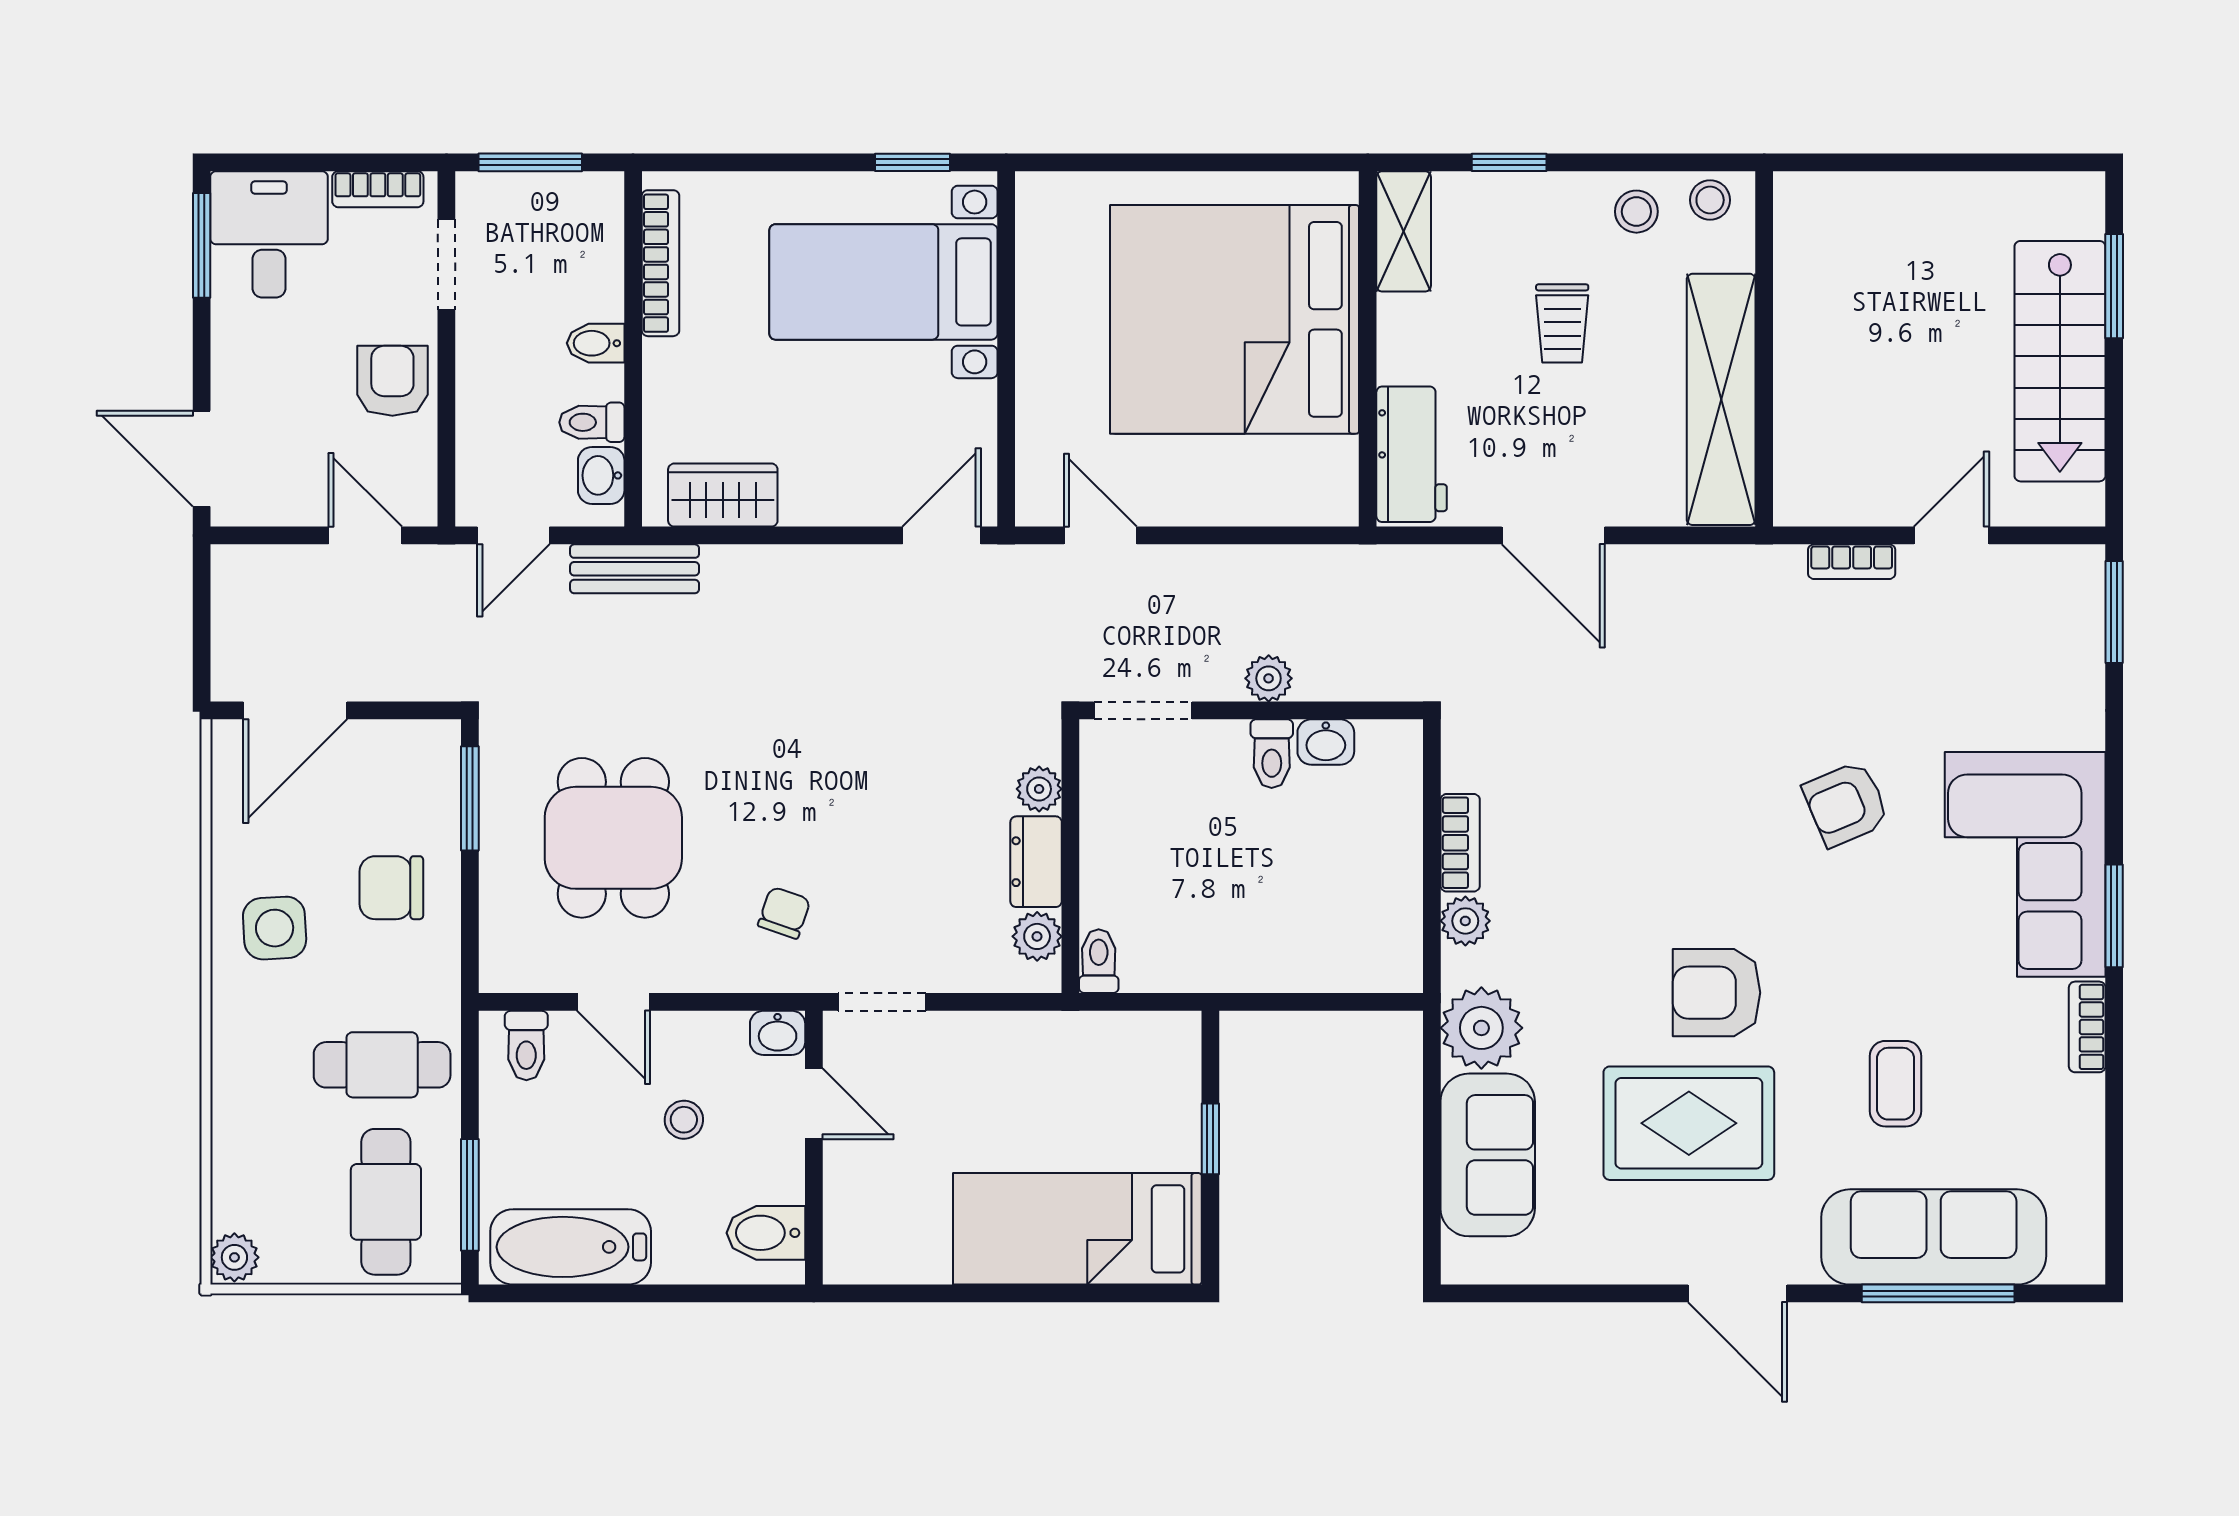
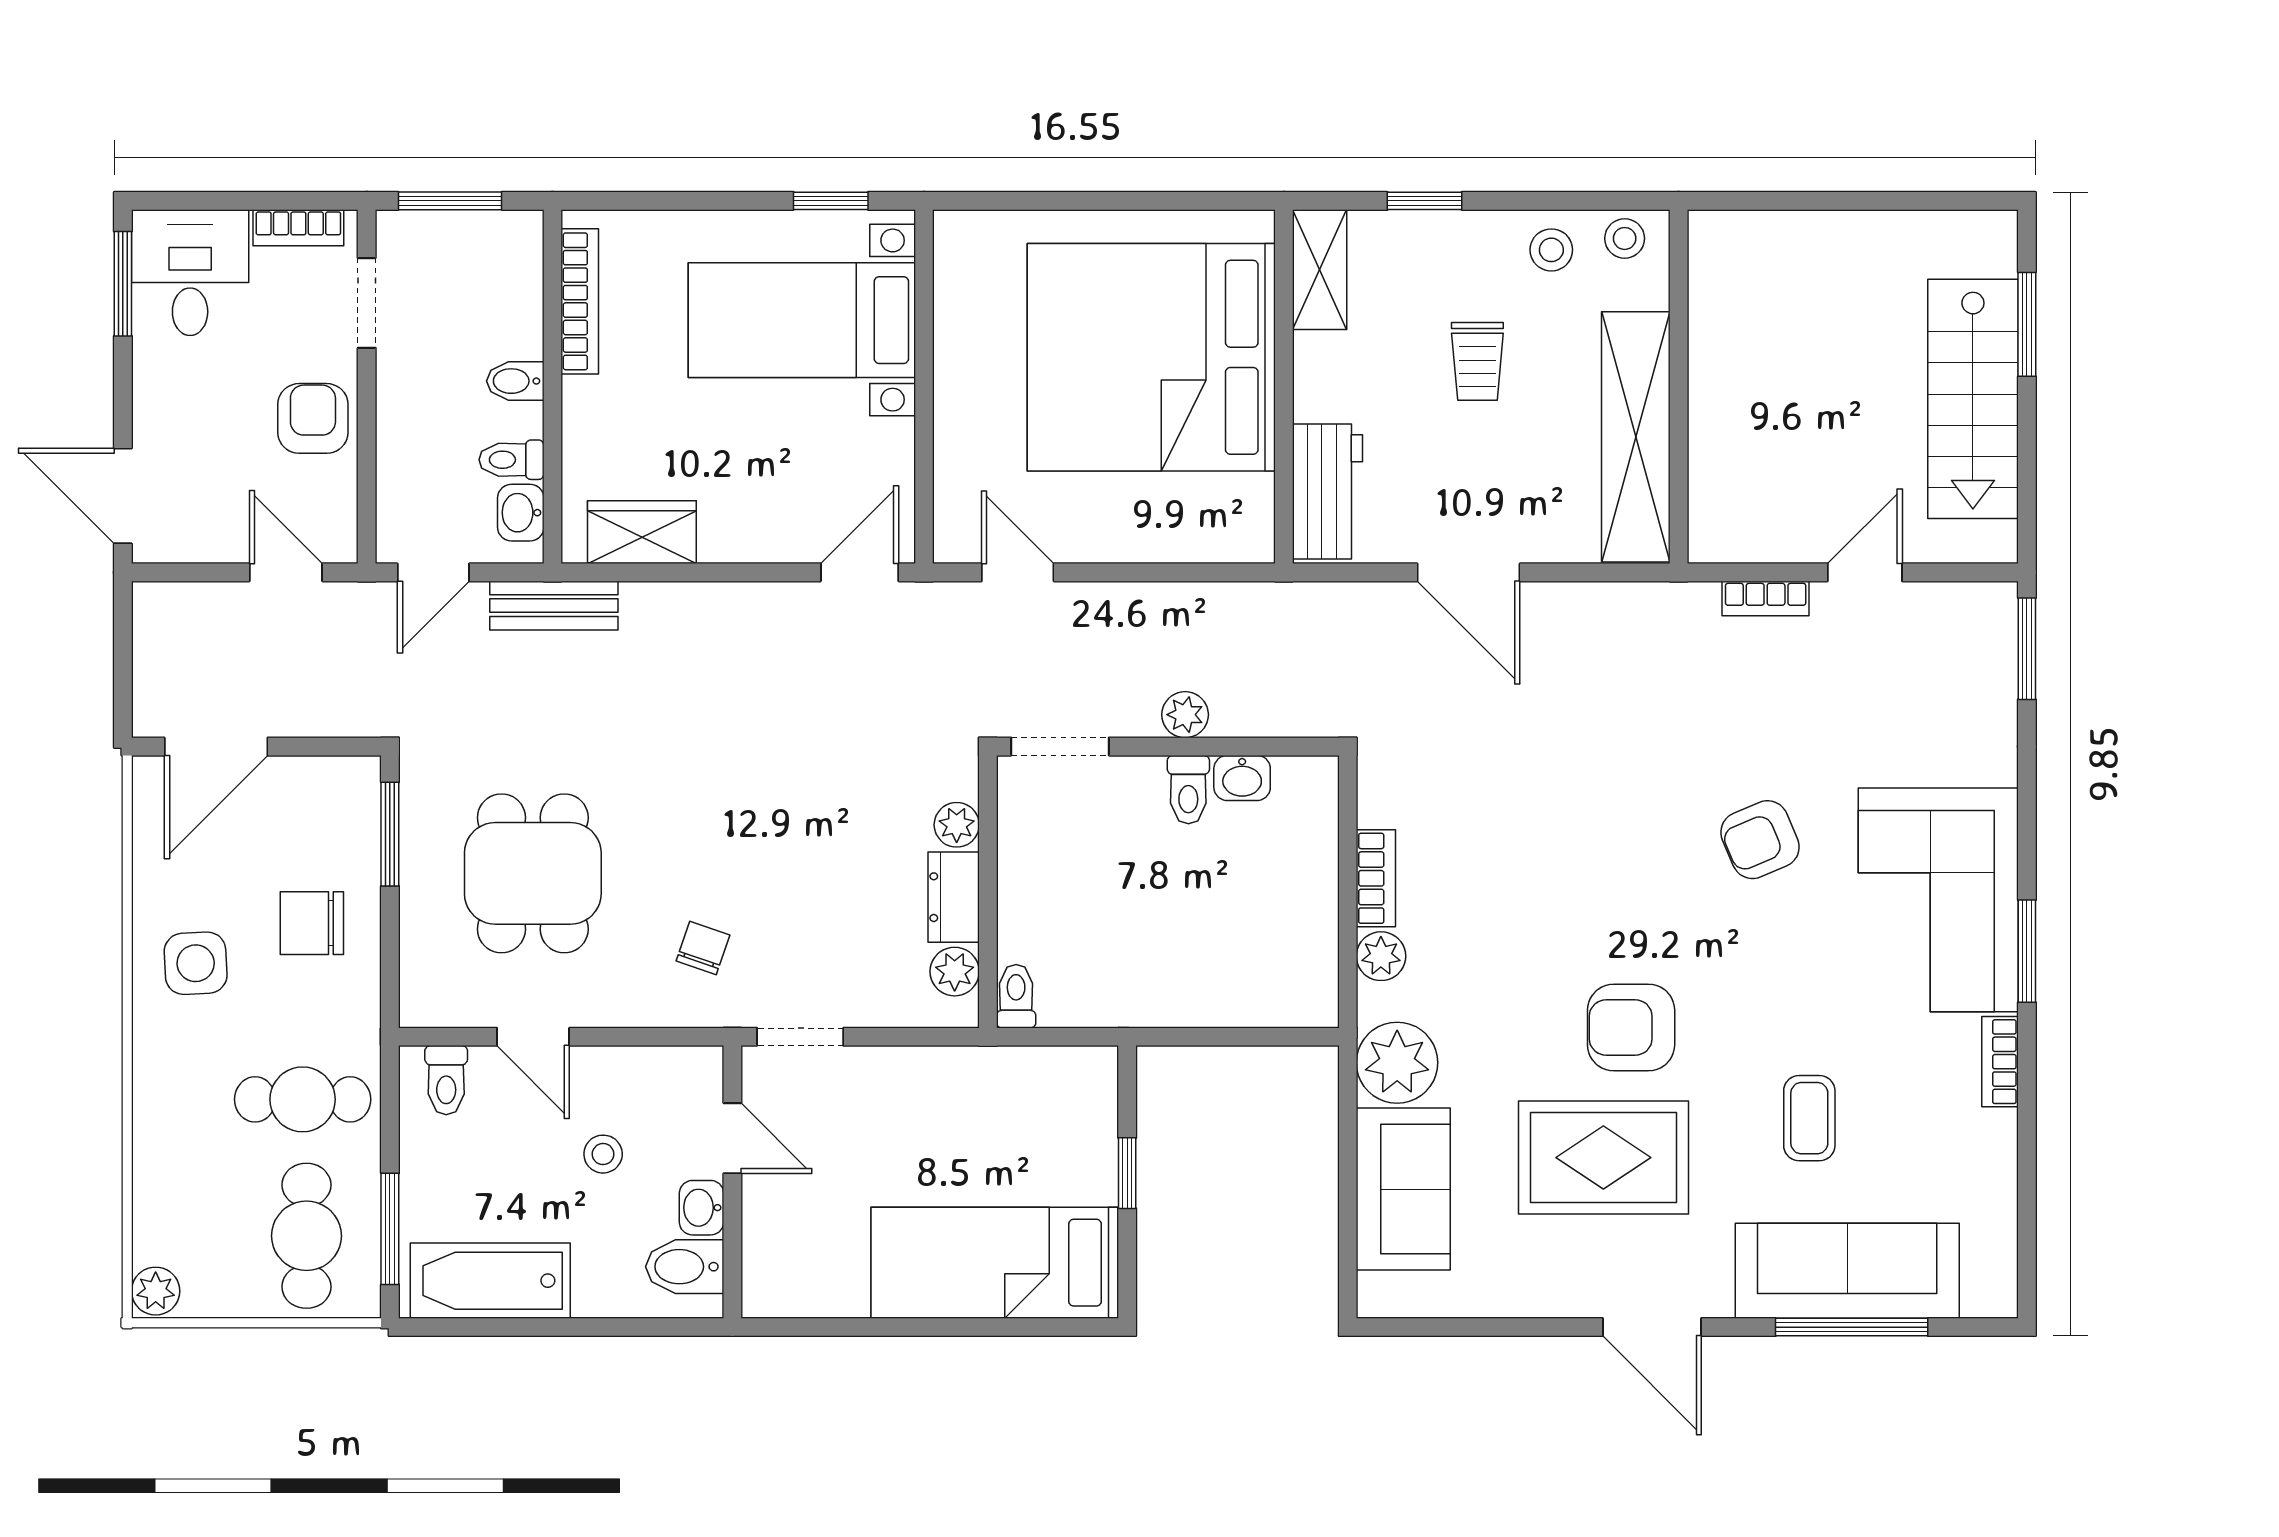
washbasin: (778, 1033) -> (702, 1208), moved, turned 90

